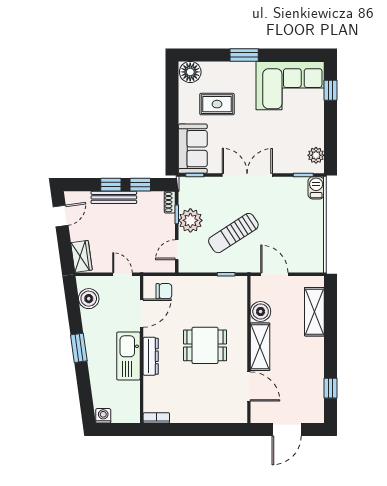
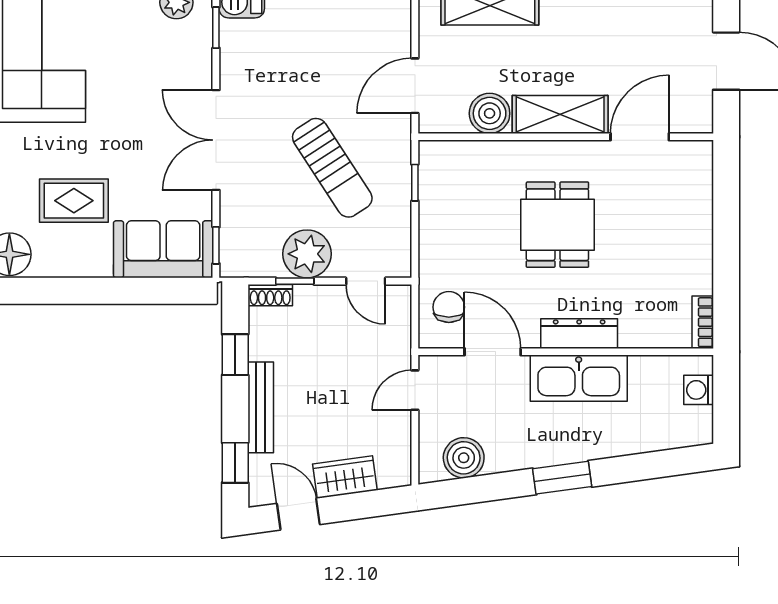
rug: (217, 104) -> (74, 201), turned 90
window: (111, 185) -> (235, 463), moved
wardrobe: (81, 256) -> (345, 477), moved
washing machine: (103, 416) -> (699, 390), moved

